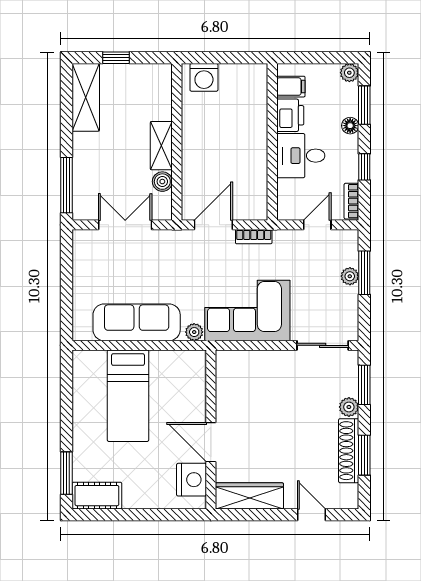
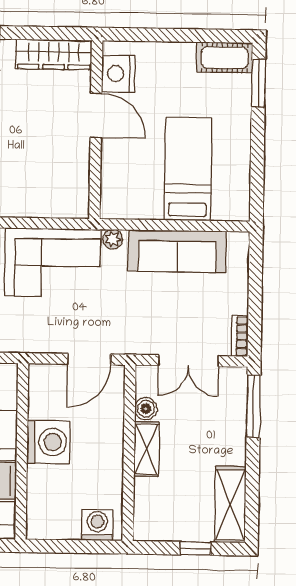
washing machine: (249, 150) -> (48, 442), added
bookcase: (254, 237) -> (240, 336), moved, turned -90

